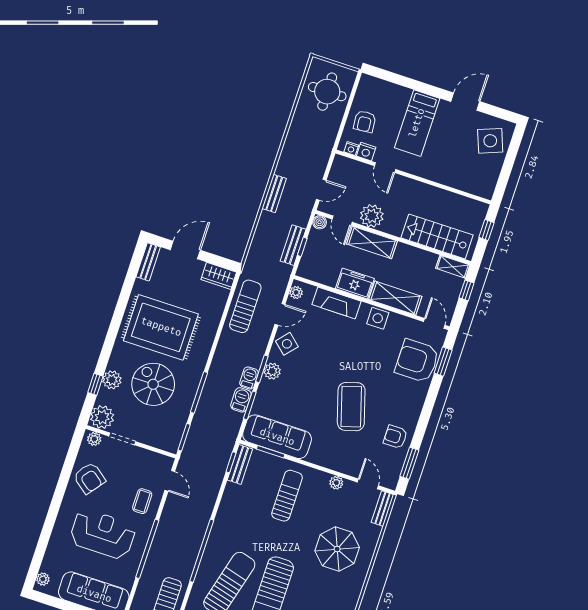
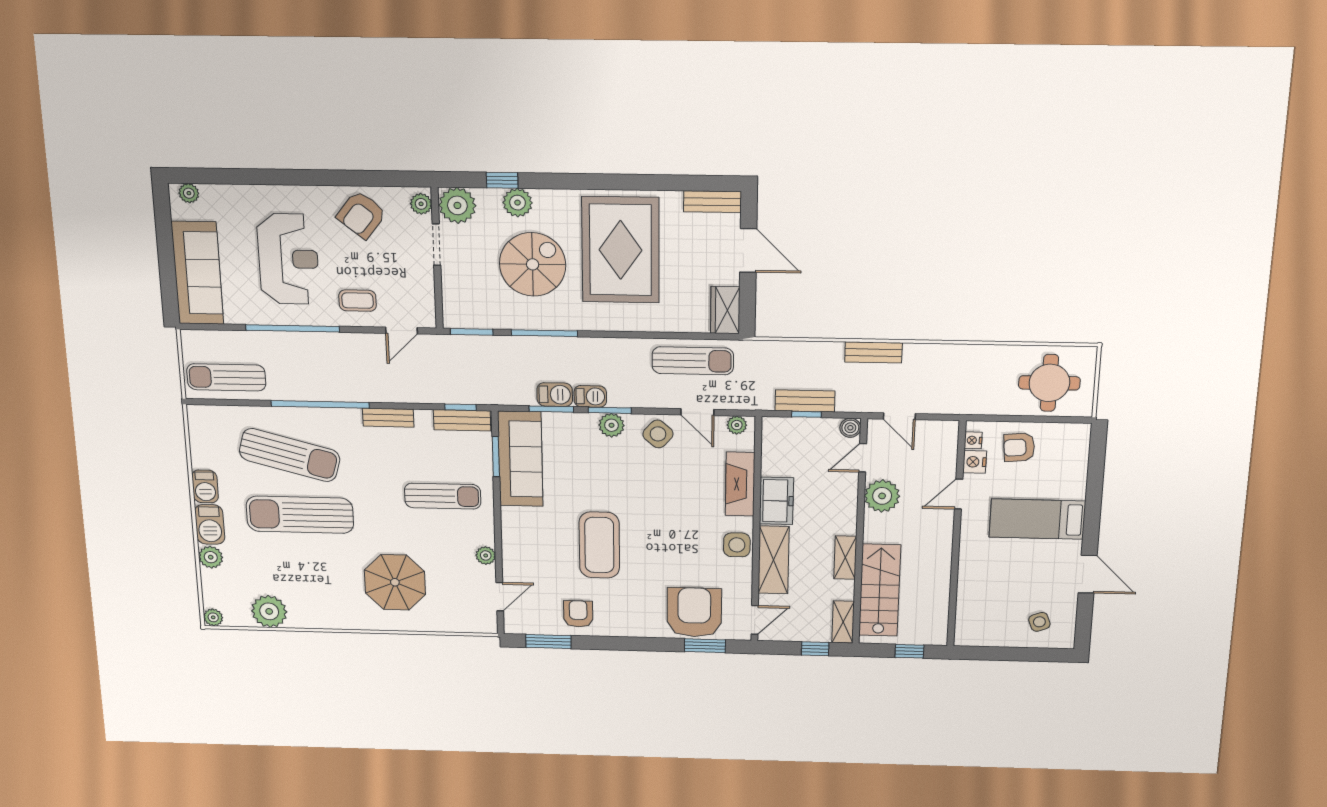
side table: (490, 141) -> (1039, 622), width x0.54, depth x0.54
shelving: (372, 243) -> (845, 558), moved, width x0.67, depth x0.75
coffee table: (351, 407) -> (599, 545), turned -73
bench: (382, 509) -> (388, 418), moved

